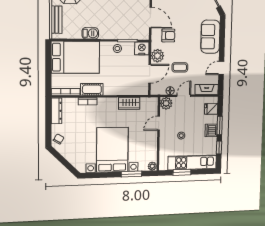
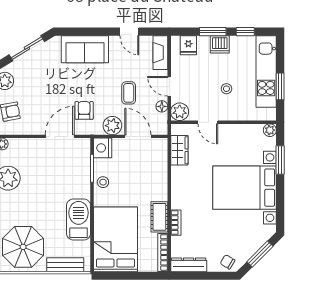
barbecue: (90, 33) -> (79, 219), width x1.88, depth x1.53
wardrobe: (129, 103) -> (179, 150), moved
window: (64, 162) -> (260, 254), added

